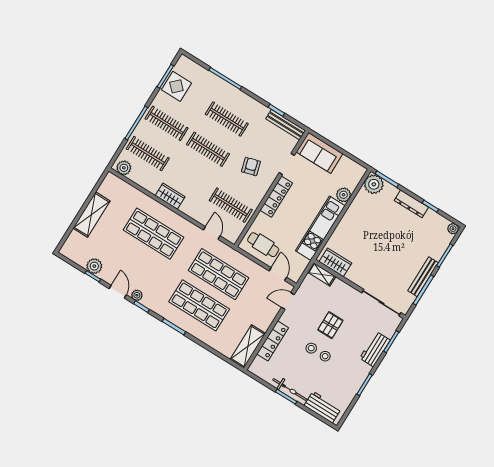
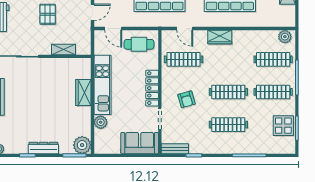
bench: (286, 125) -> (175, 149), width x0.73
wardrobe: (170, 196) -> (220, 37), moved
wardrobe: (335, 262) -> (83, 92), moved, turned 90
shelving: (322, 274) -> (64, 50), moved

